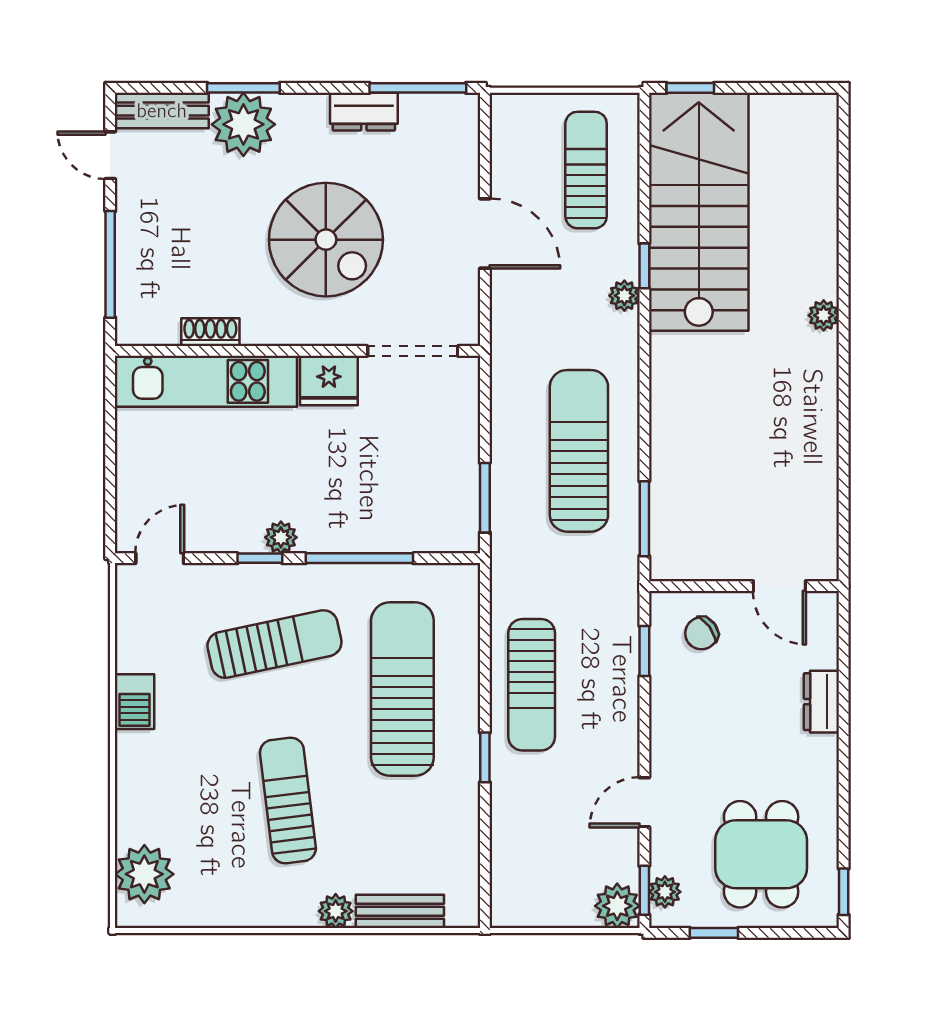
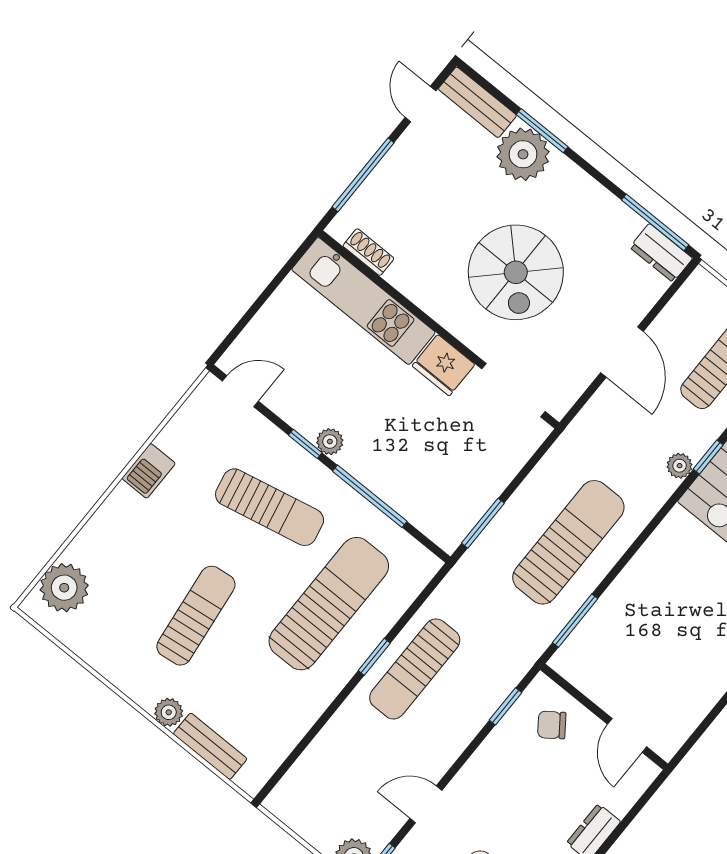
dresser: (364, 112) -> (661, 253), moved
shoe rack: (210, 332) -> (368, 252), moved
window: (485, 757) -> (374, 657), moved

